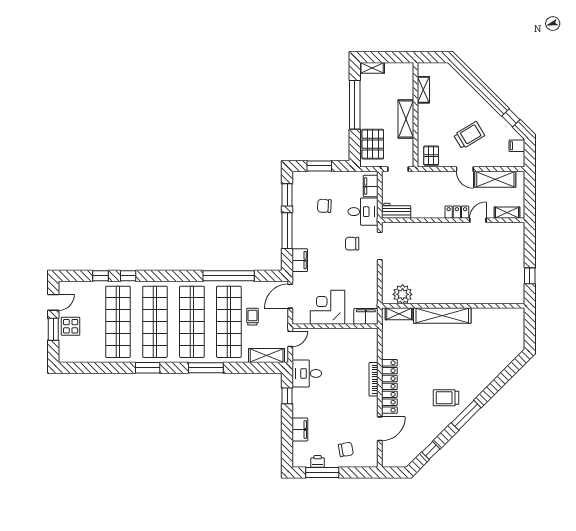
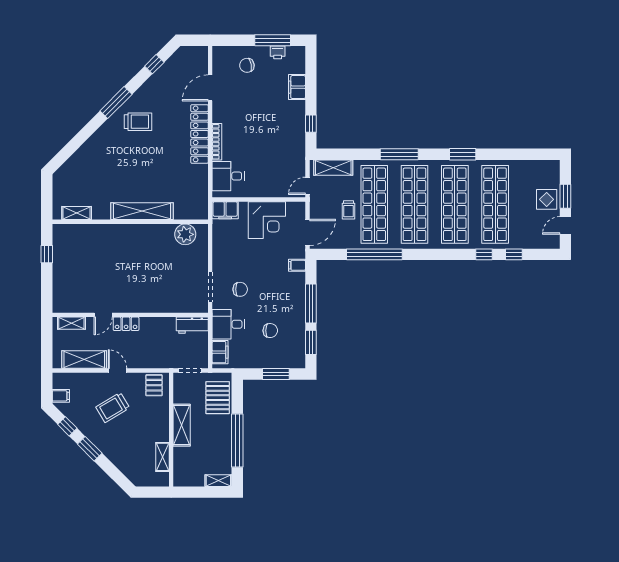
window: (490, 97) -> (90, 449), added
filing cabinet: (300, 260) -> (297, 265), width x0.50
shelving: (399, 314) -> (77, 213), moved
desk: (307, 373) -> (228, 176), moved, turned 180

